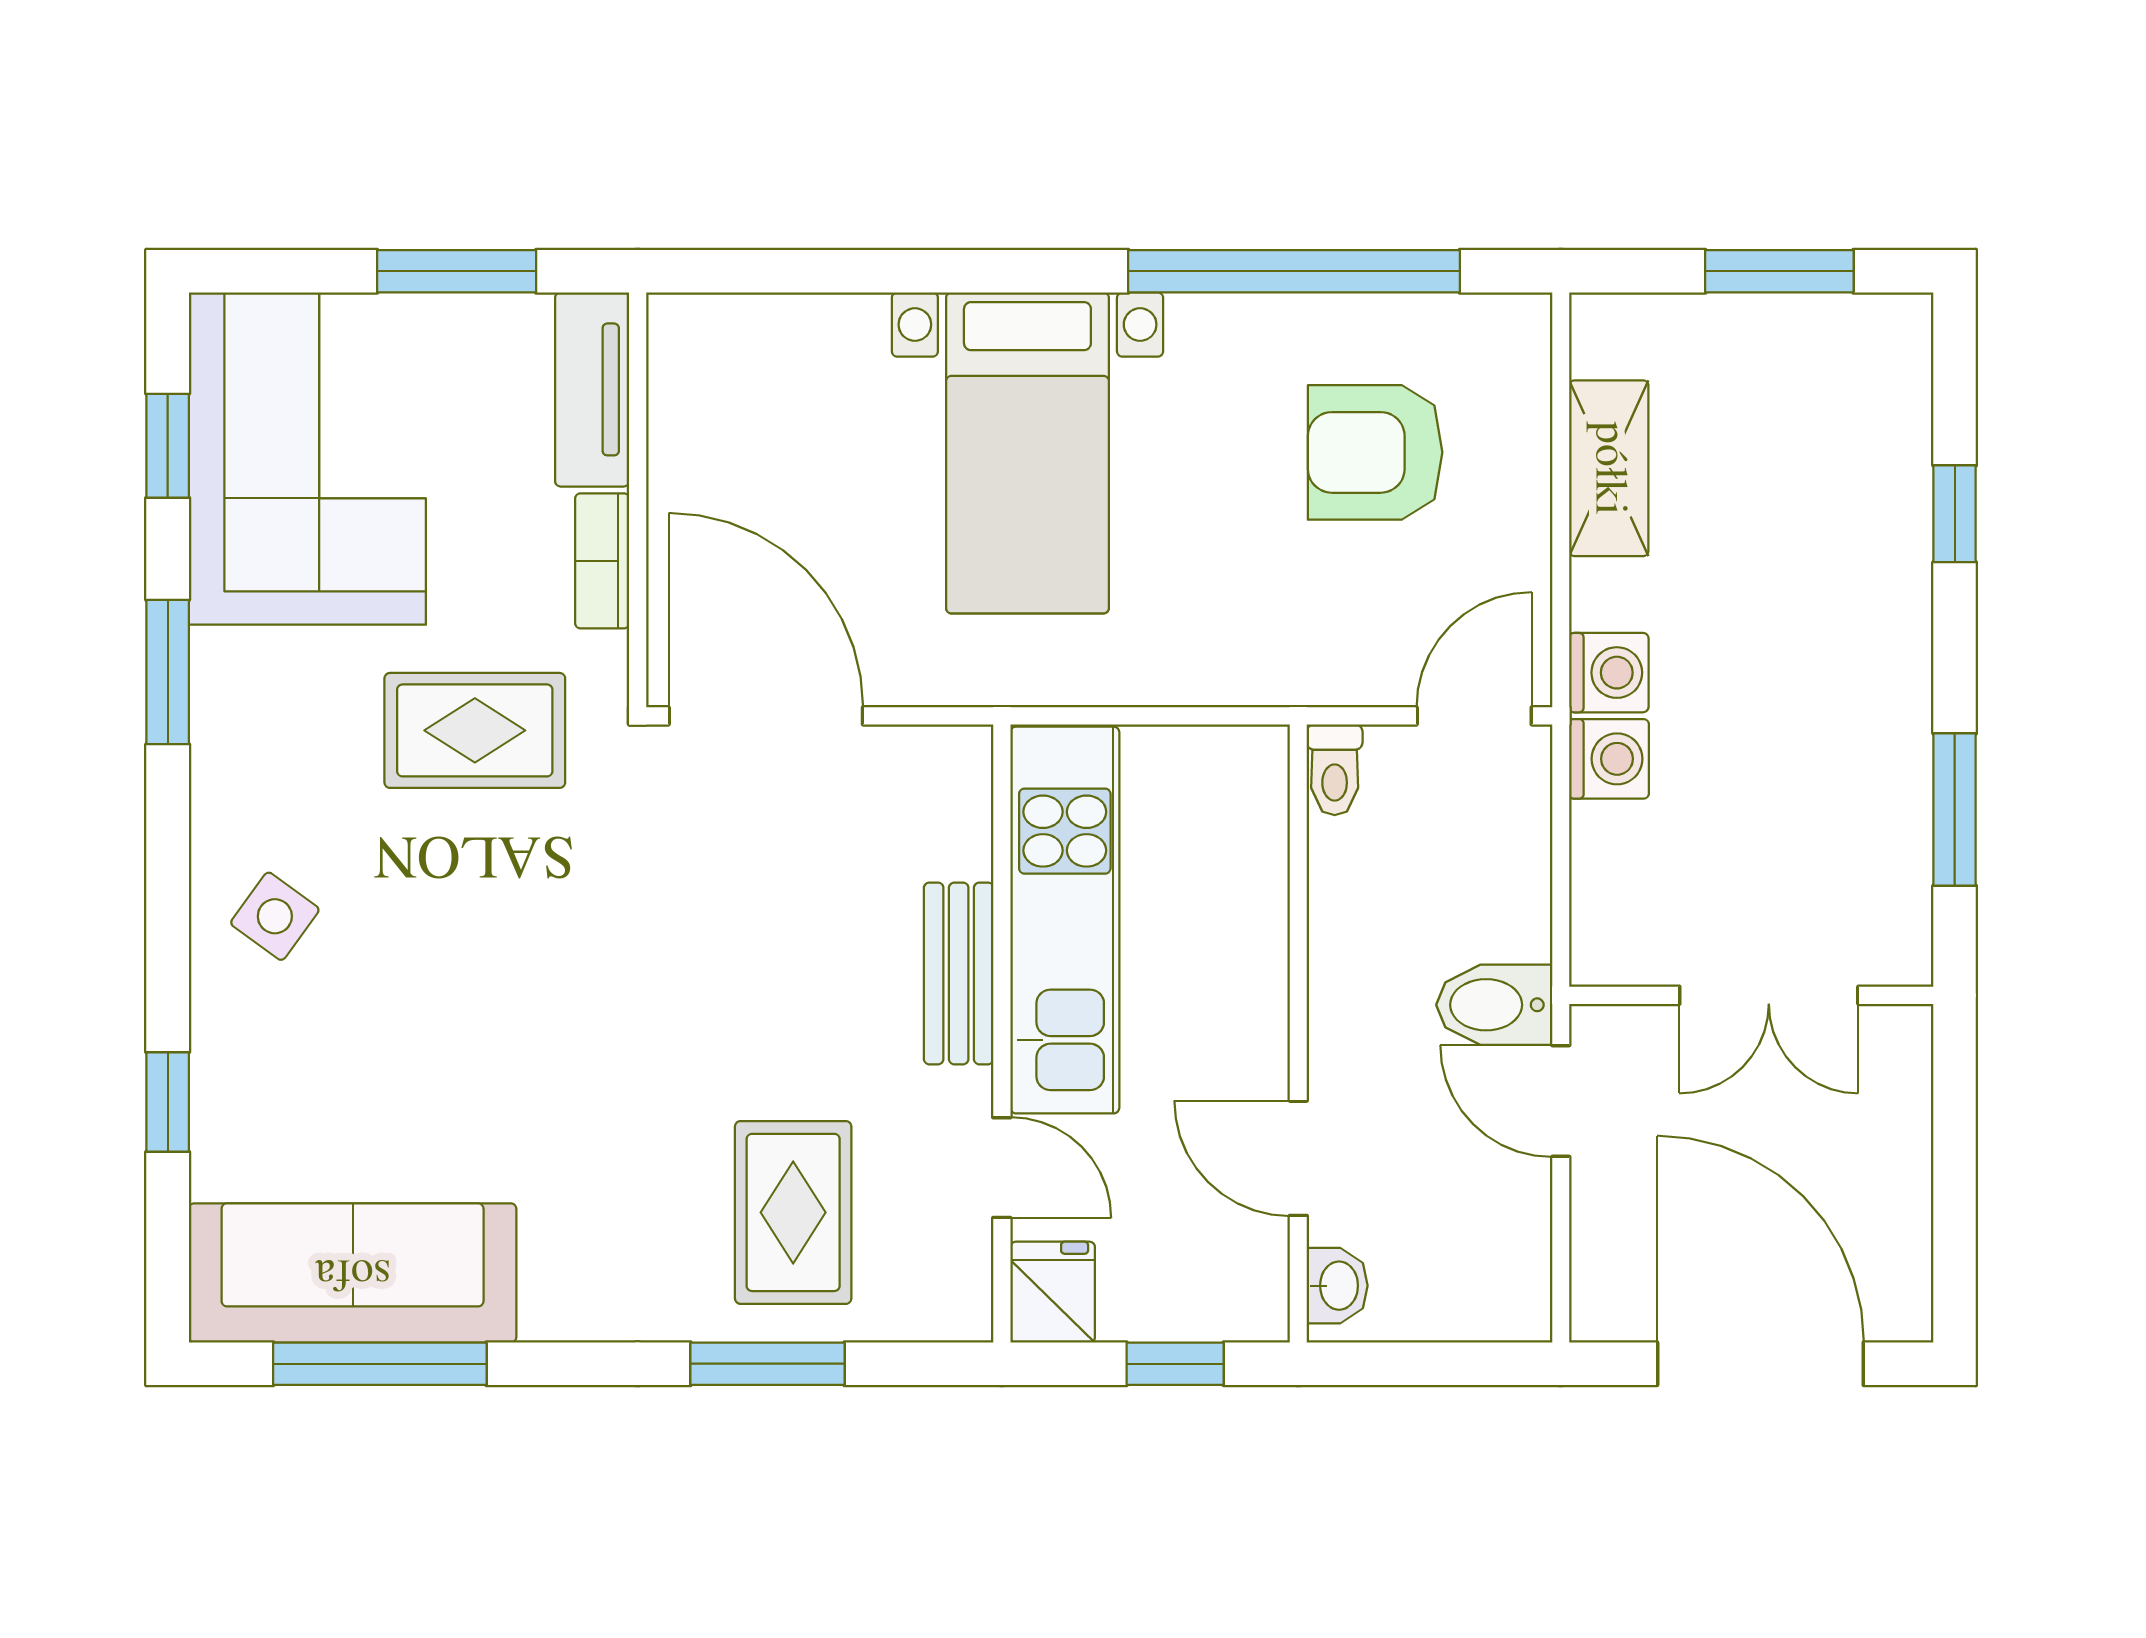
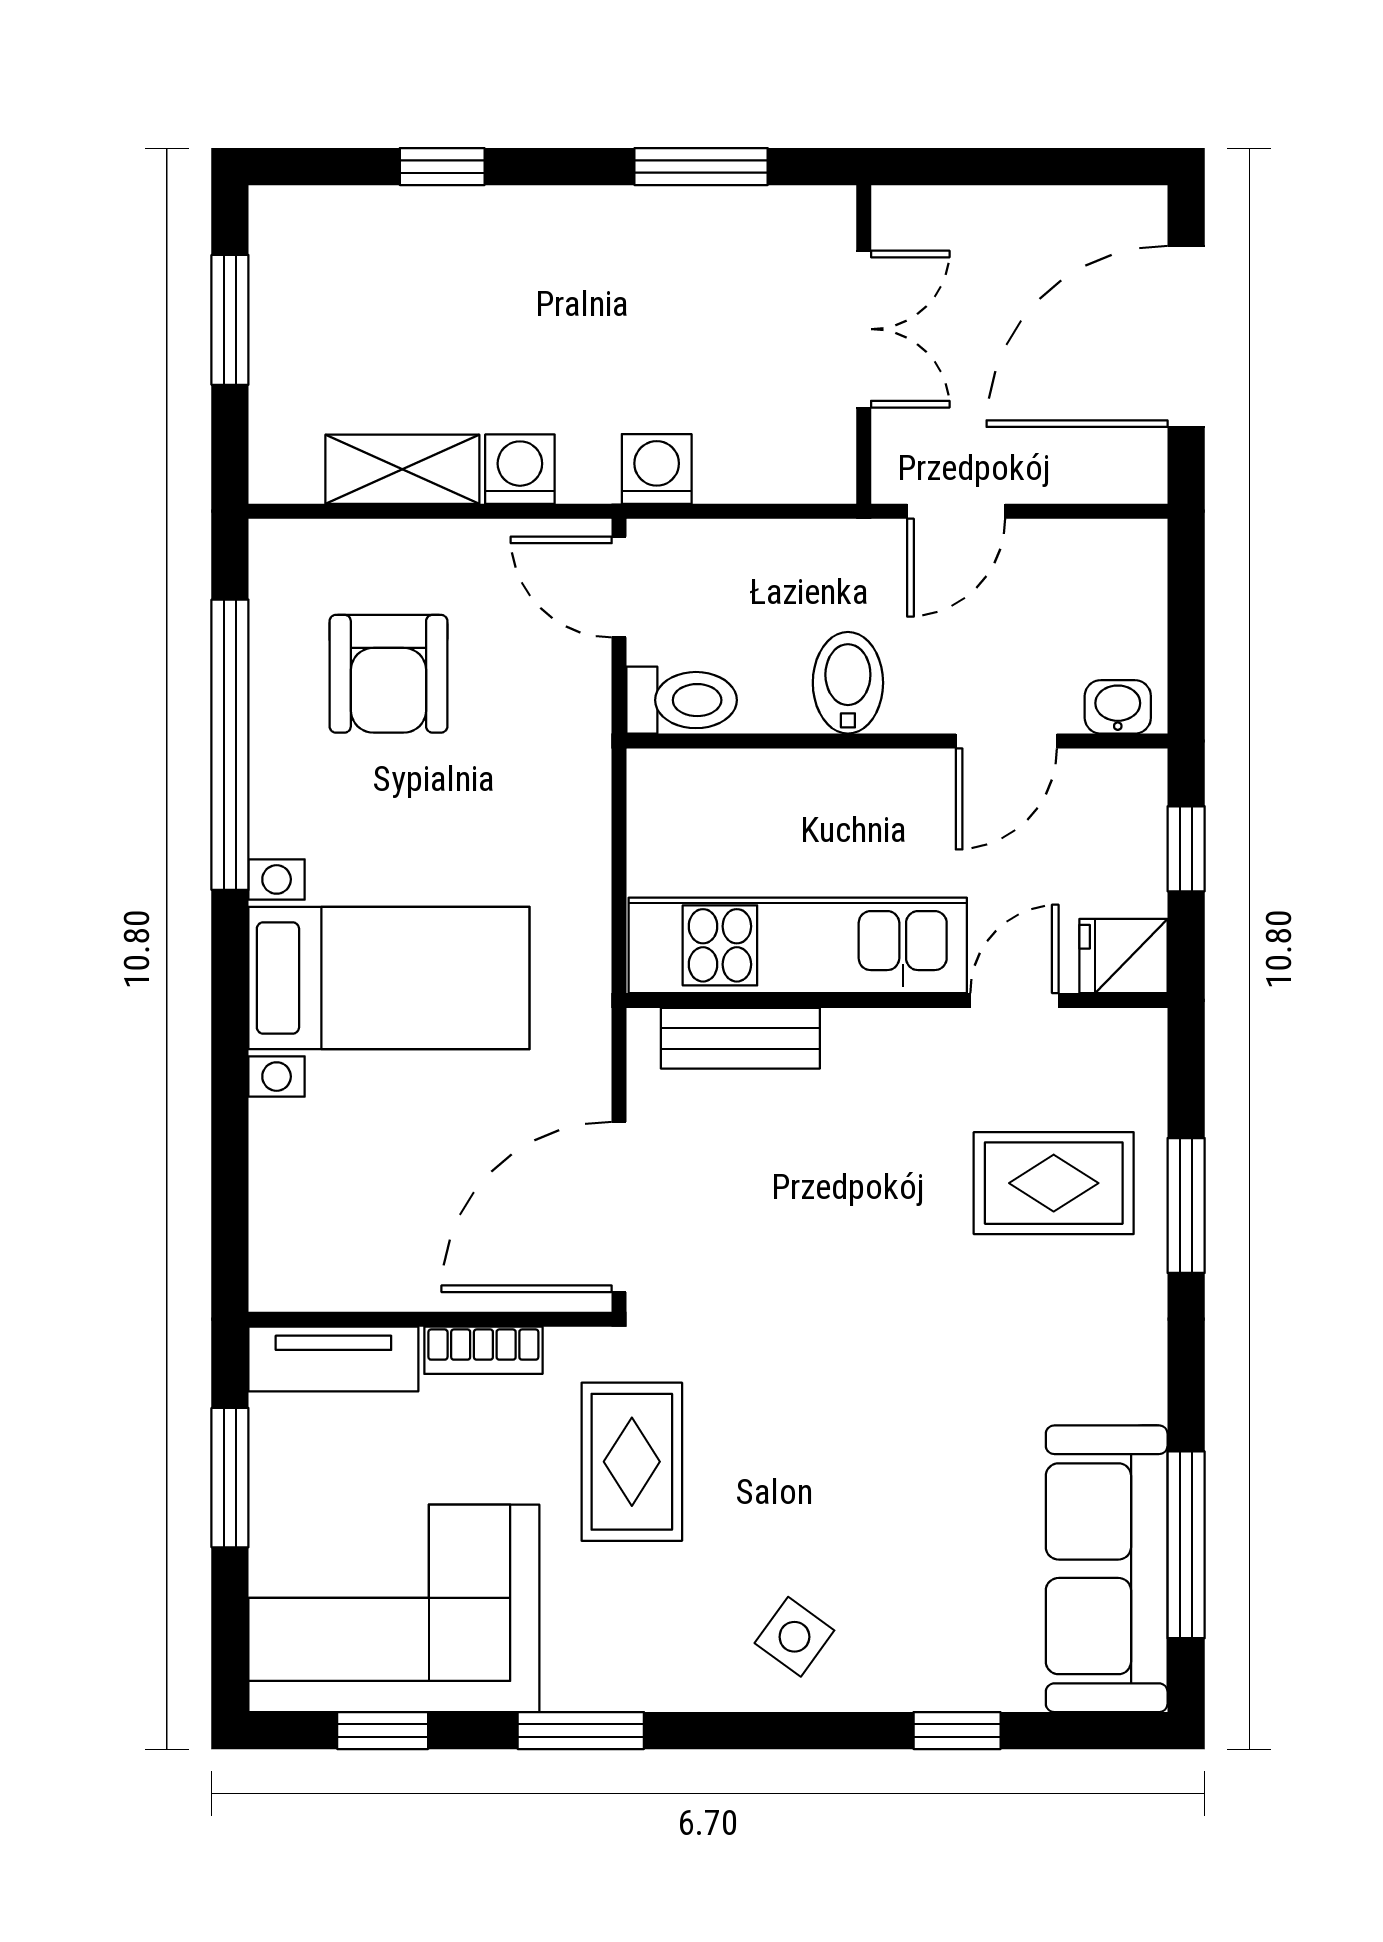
washing machine: (1609, 673) -> (520, 469), moved
toilet: (1335, 770) -> (682, 700), width x1.37, depth x1.39
bench: (959, 973) -> (740, 1038), moved
bidet: (1494, 1005) -> (848, 683), moved, turned 180

